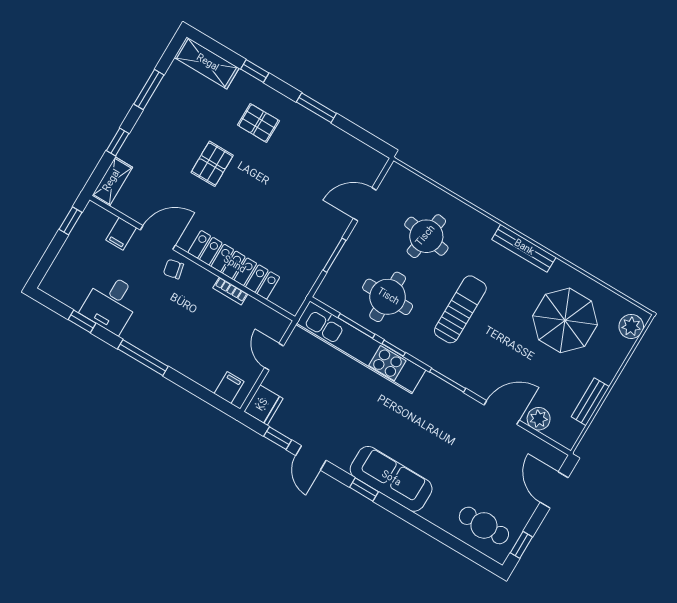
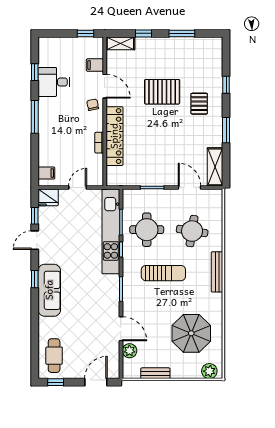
shelving: (207, 63) -> (215, 167), moved
pallet: (212, 164) -> (162, 92), width x1.50, depth x1.42
bench: (524, 248) -> (217, 272), moved

